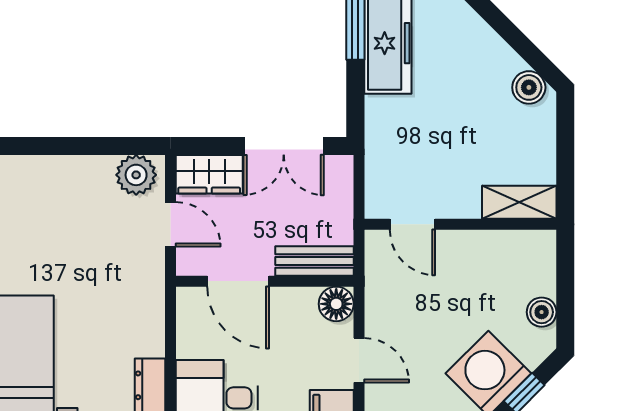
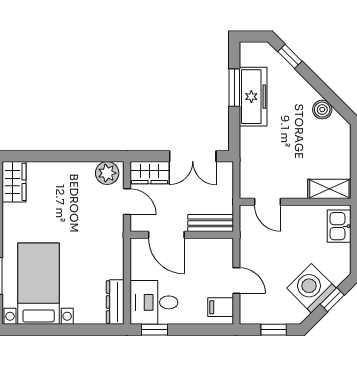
boiler: (529, 87) -> (322, 110), moved
kitchen sink: (536, 266) -> (339, 226), added
floor lamp: (336, 304) -> (223, 248), removed
boiler: (542, 312) -> (342, 253), removed

